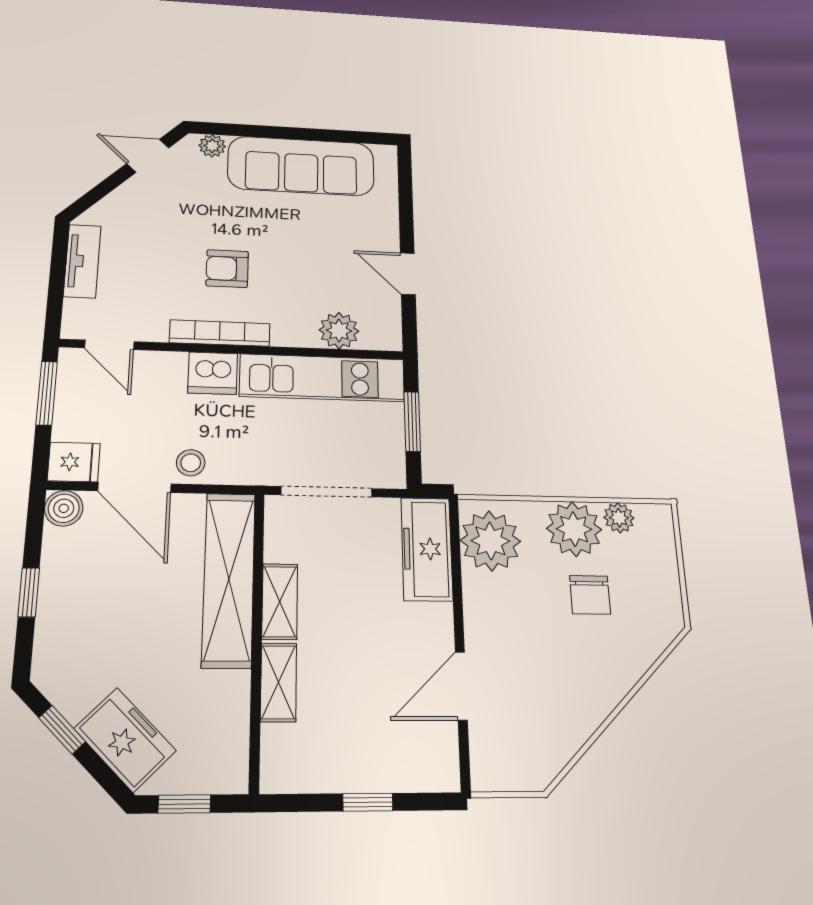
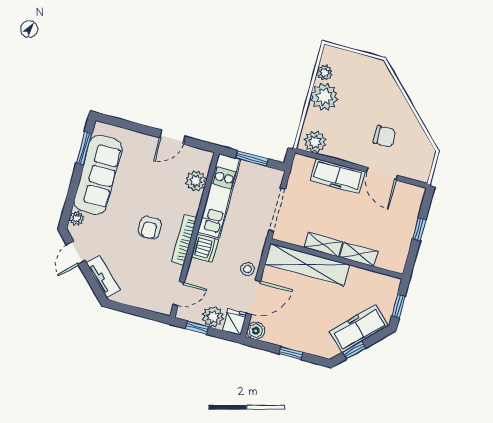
window: (342, 136) -> (84, 148), added
tv unit: (82, 261) -> (103, 277), moved, turned 45
window: (47, 393) -> (197, 328), width x0.67
plant: (76, 418) -> (213, 317), added
plant: (490, 541) -> (315, 142), width x0.73, depth x0.73
freezer: (427, 549) -> (338, 176), moved
chair: (590, 595) -> (384, 136), moved
freezer: (125, 740) -> (359, 329), width x1.40

